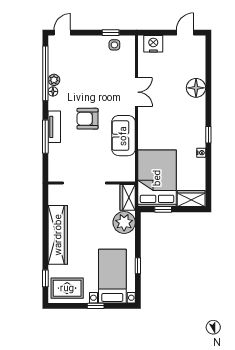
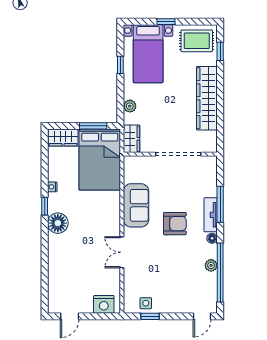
floor lamp: (196, 88) -> (58, 223), moved
floor lamp: (53, 91) -> (212, 238), moved
window: (163, 209) -> (93, 126), width x1.50
plant: (124, 222) -> (130, 106), width x0.53, depth x0.53

